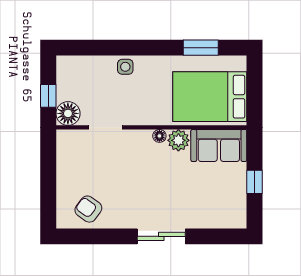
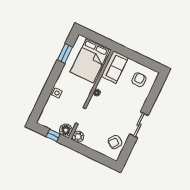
plant: (178, 140) -> (78, 137), moved
window: (255, 182) -> (140, 59), removed
armchair: (217, 198) -> (139, 80), added
sliding door: (161, 236) -> (139, 125), moved

